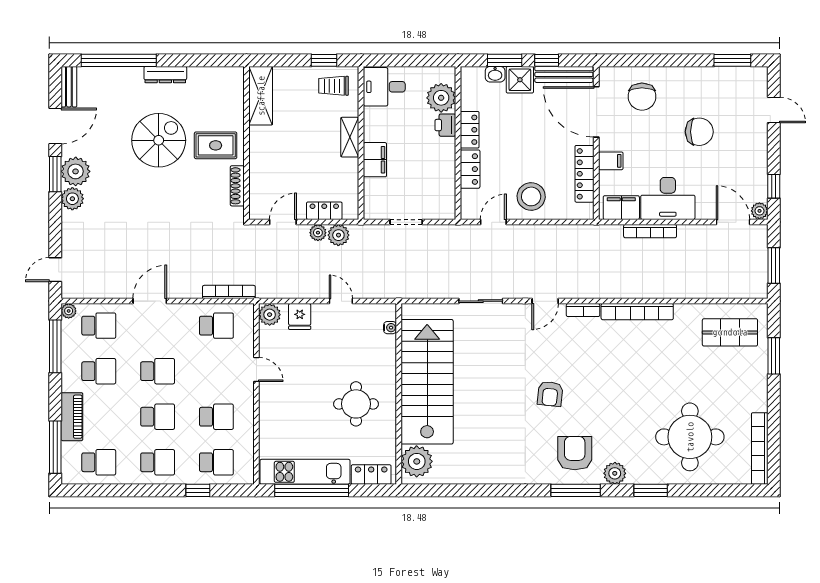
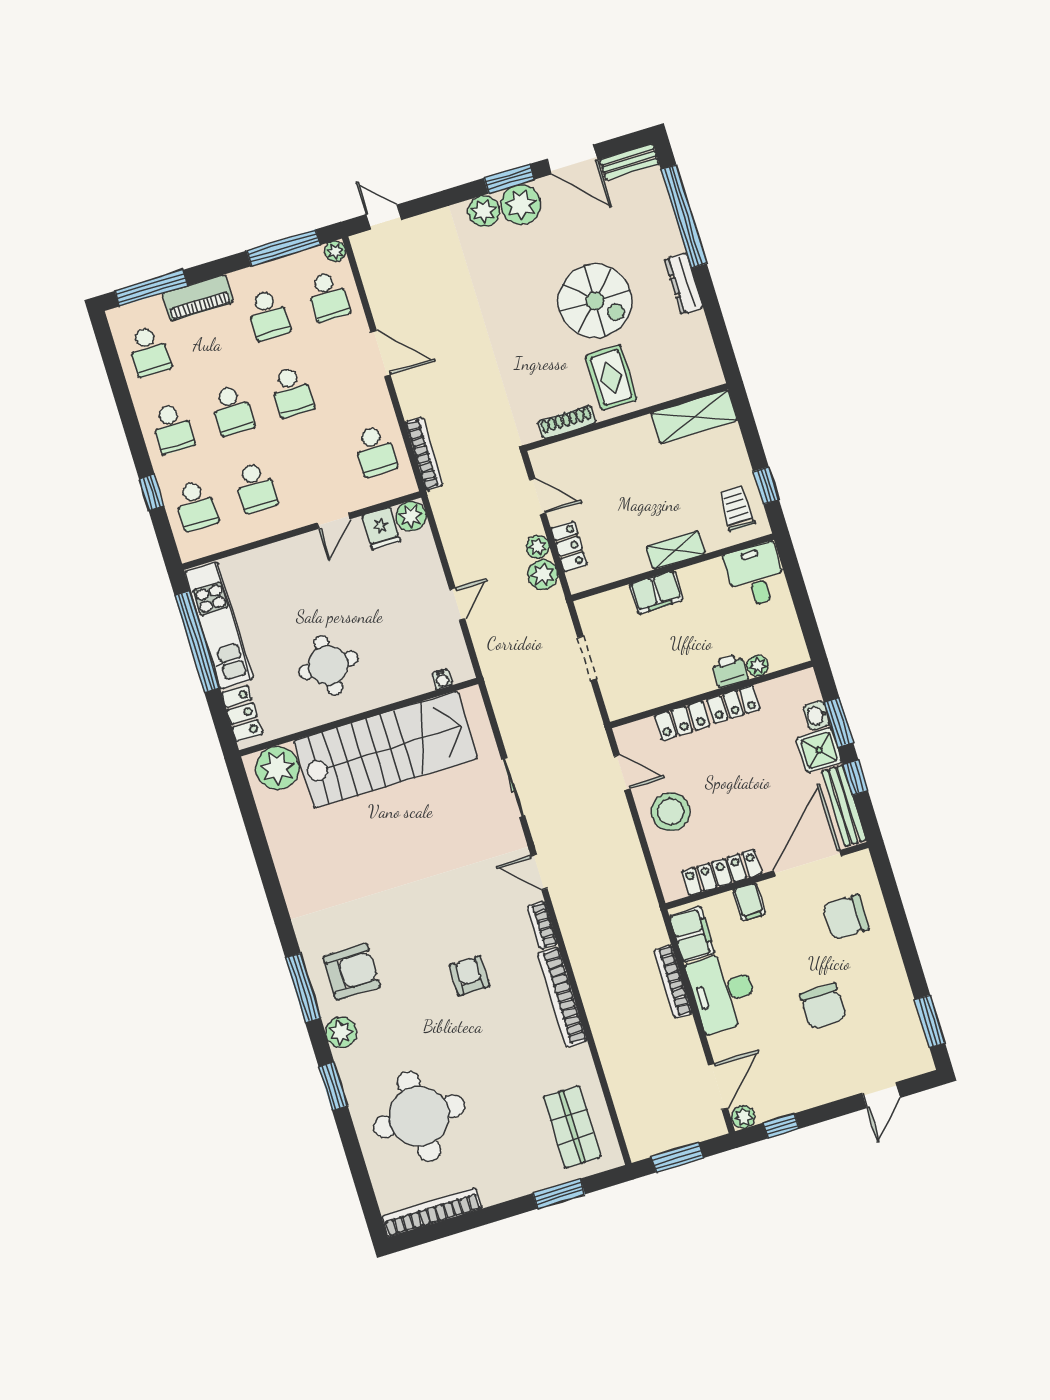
plant: (441, 98) -> (758, 666), width x0.53, depth x0.53
fridge: (300, 316) -> (381, 528), moved, turned -90
armchair: (550, 394) -> (469, 976), moved, turned 84

